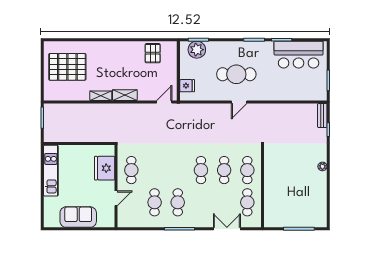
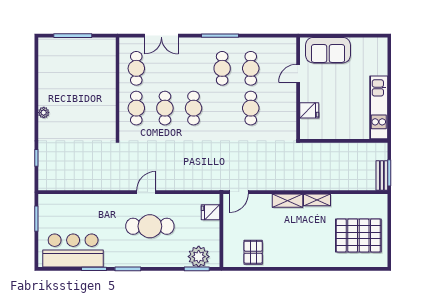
bench: (322, 116) -> (382, 175), moved
fridge: (105, 168) -> (309, 110), width x0.53, depth x0.75
cafe table: (131, 170) -> (251, 108), moved
sofa: (78, 217) -> (328, 50), moved

